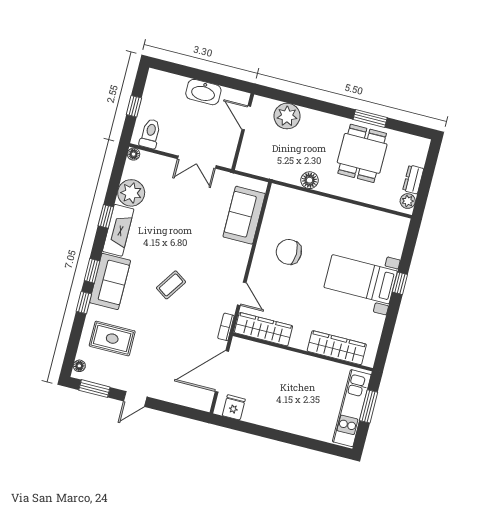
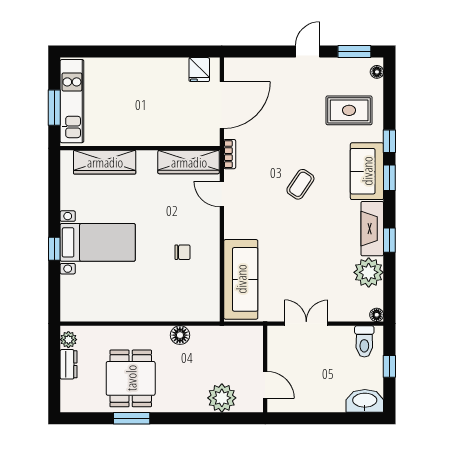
washbasin: (203, 92) -> (365, 401), moved
sofa: (244, 215) -> (241, 279), width x1.36
chair: (289, 252) -> (183, 252), width x0.54, depth x0.54

